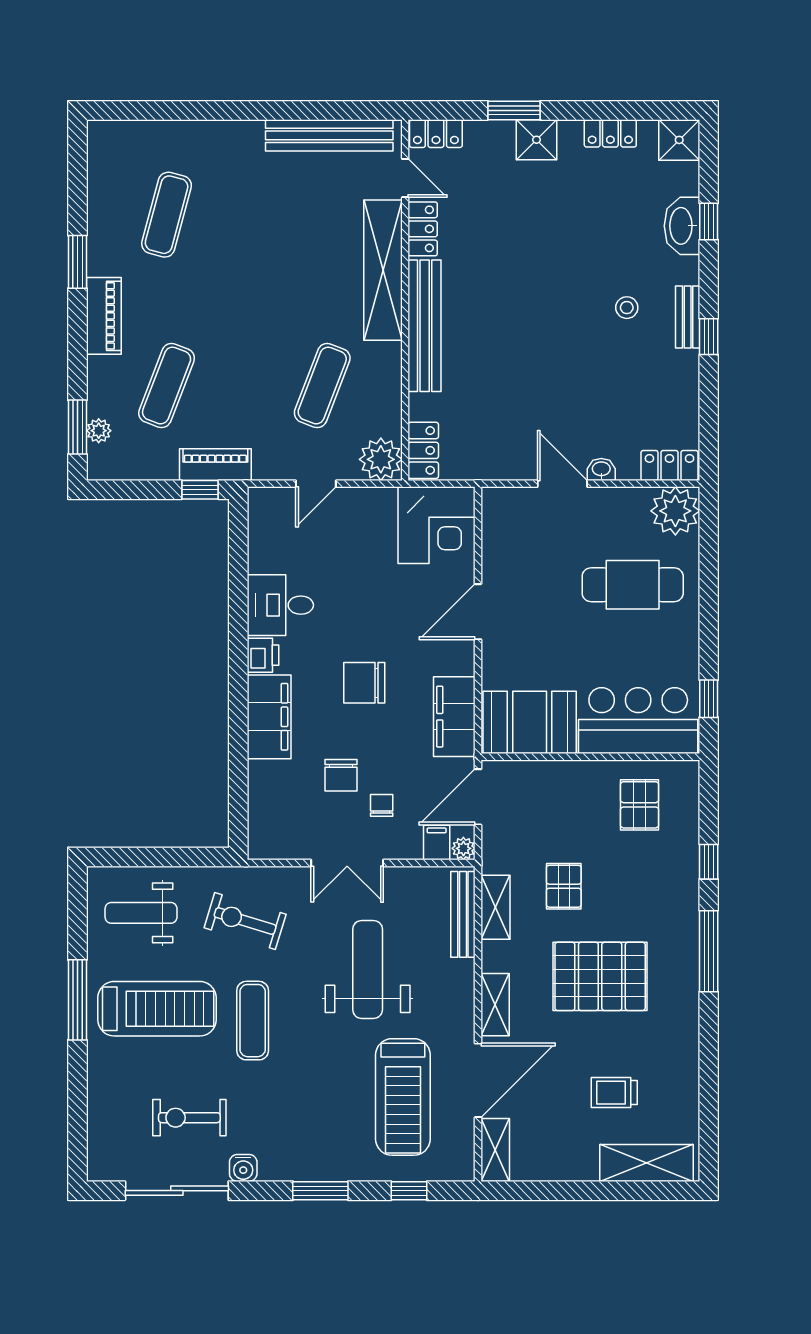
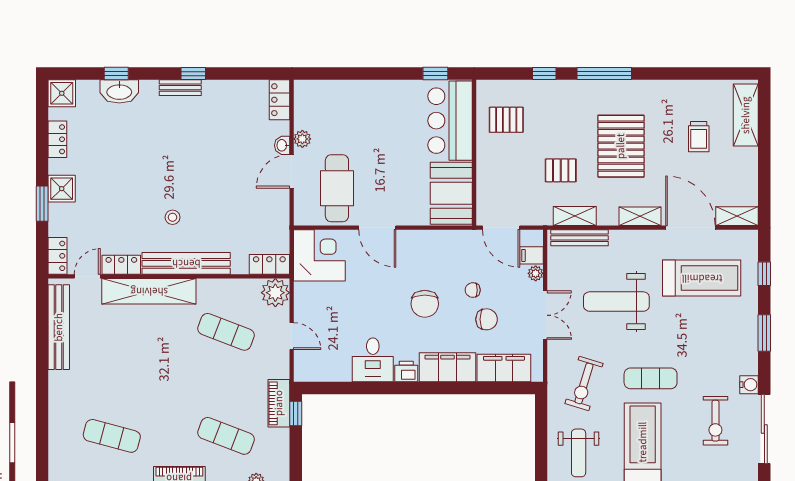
stool: (627, 308) -> (173, 217), moved
plant: (675, 511) -> (302, 139), moved, width x0.53, depth x0.53
cafe table: (633, 585) -> (337, 188), moved
filing cabinet: (454, 717) -> (504, 368), moved, turned 180
chair: (382, 805) -> (473, 290), moved
plant: (463, 848) -> (536, 273), moved

